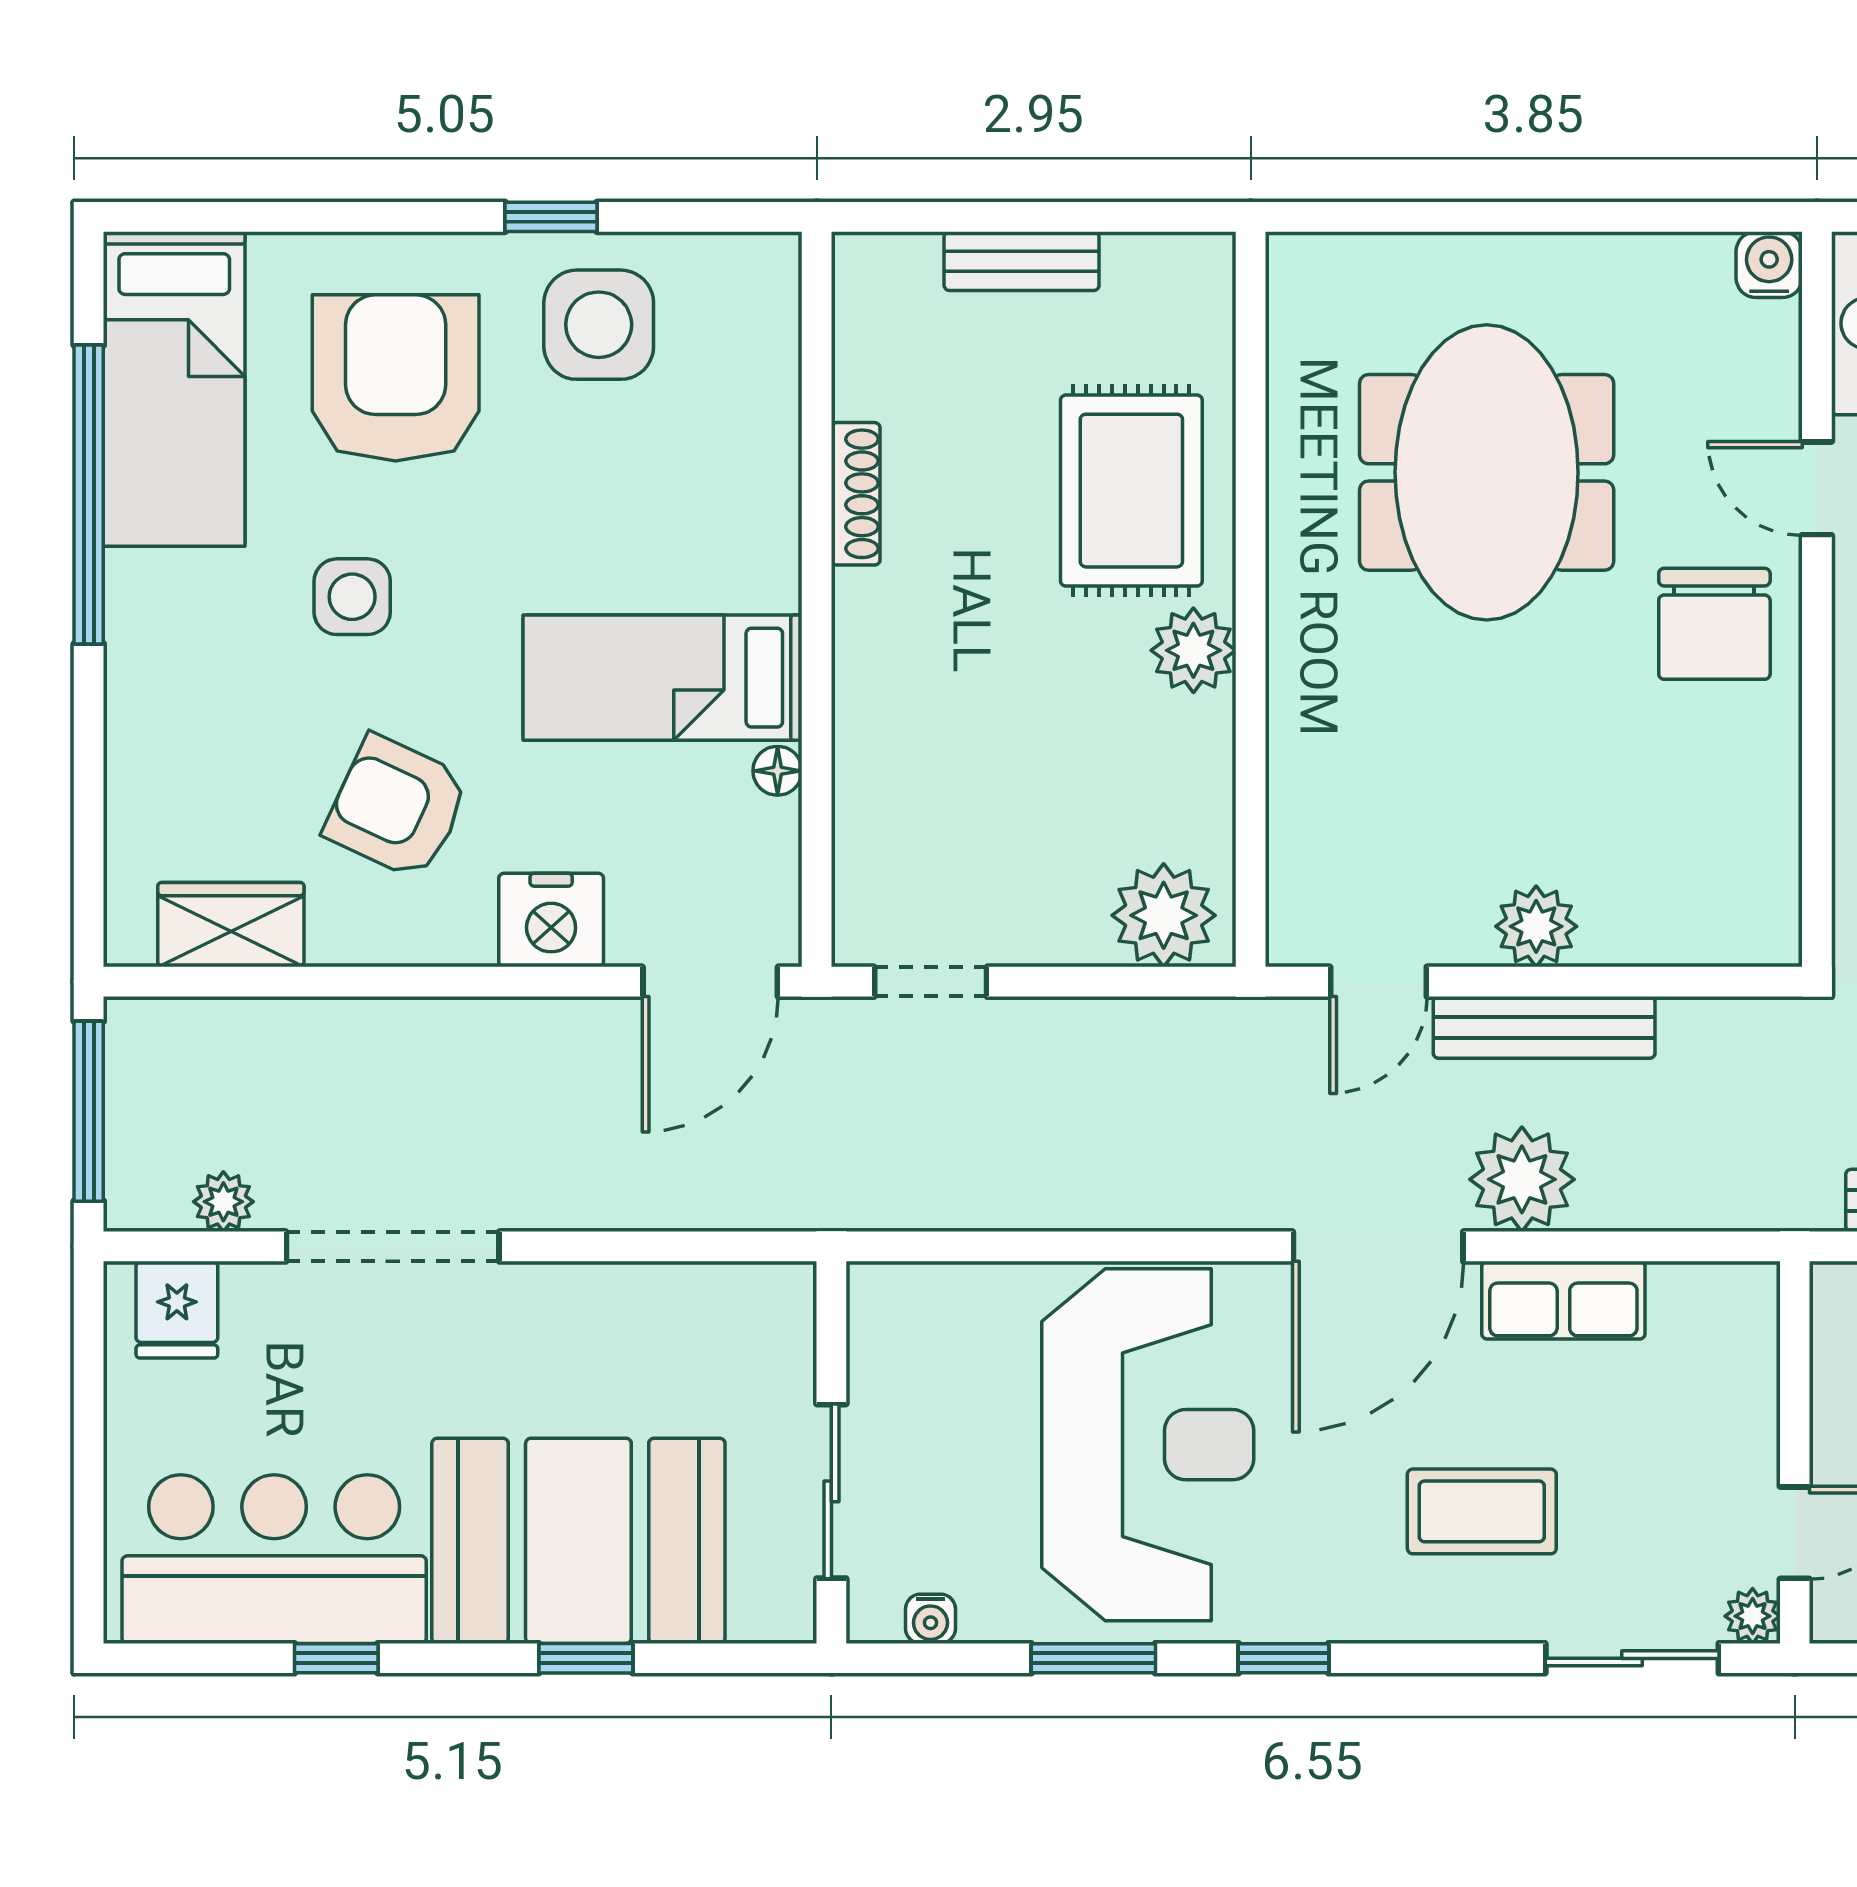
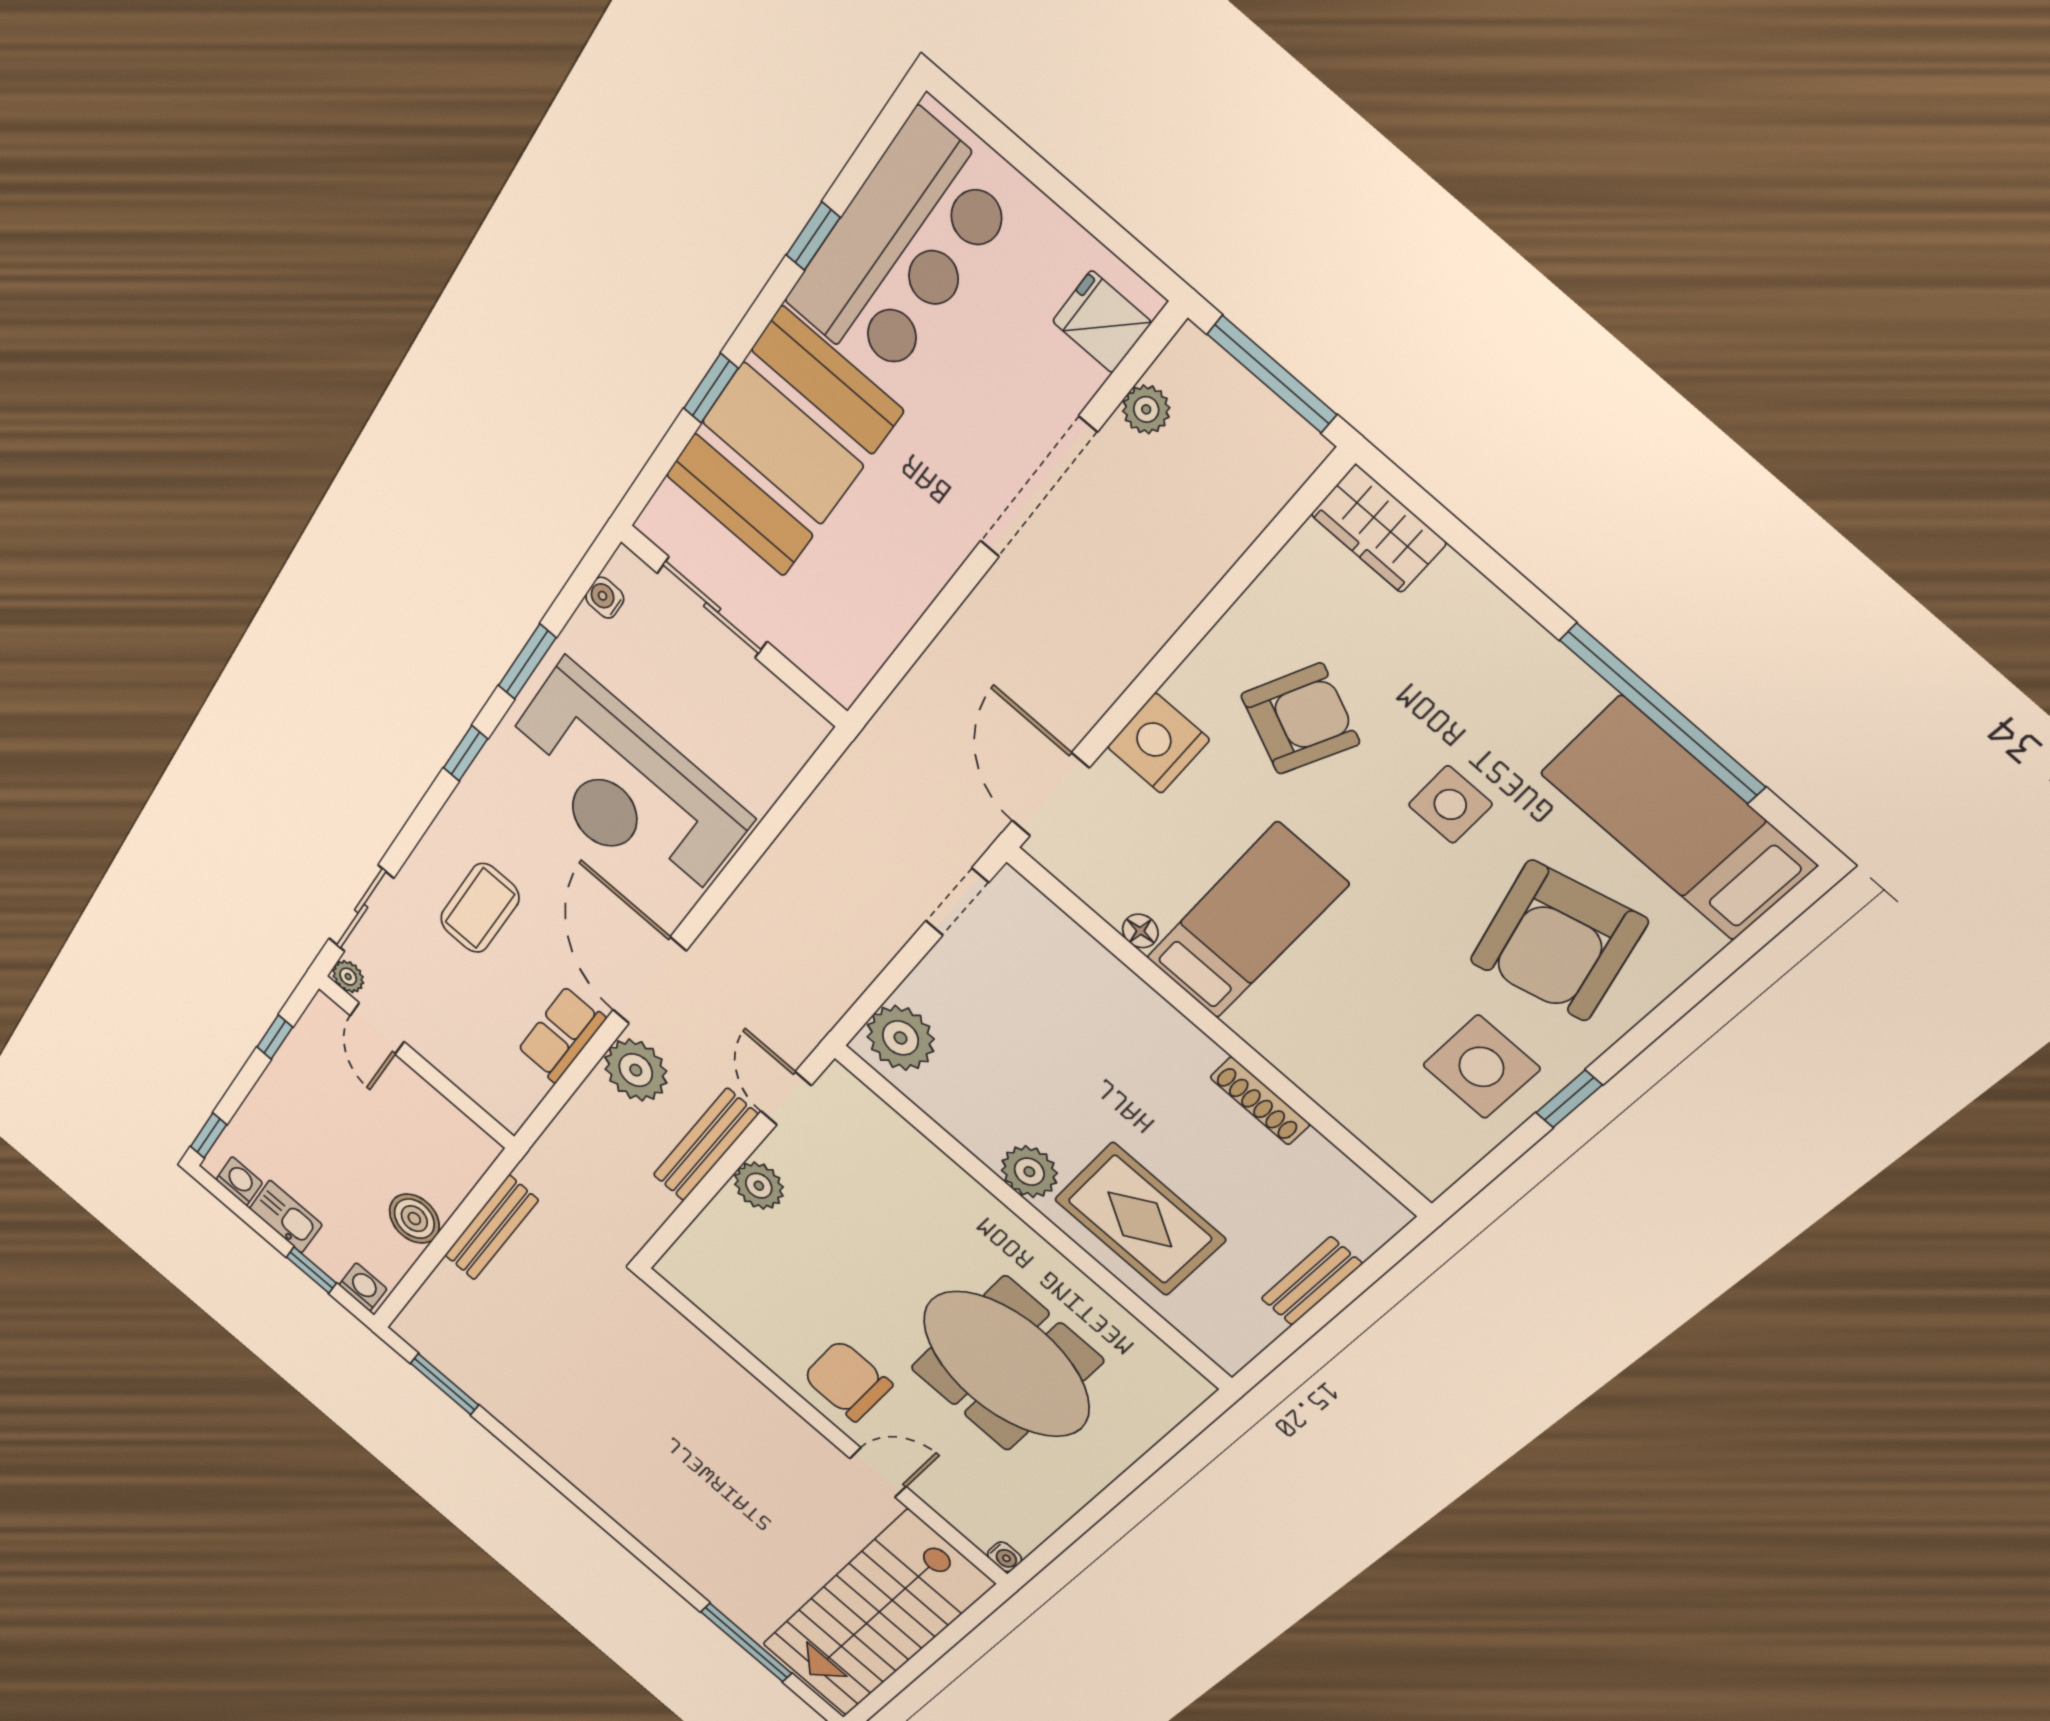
water cooler: (1769, 265) -> (1005, 1557), width x0.72, depth x0.72
armchair: (396, 378) -> (1558, 941), turned 75
wardrobe: (231, 925) -> (1378, 529), moved, turned 90

